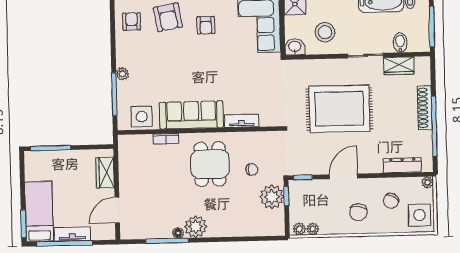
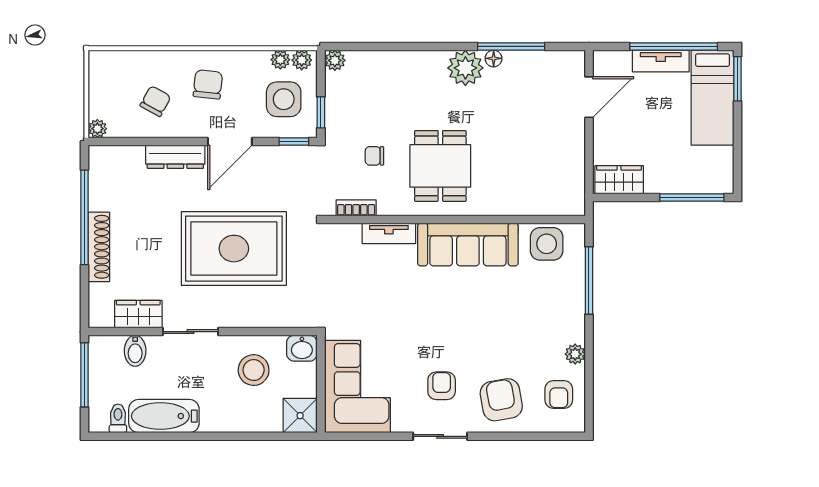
plant: (123, 74) -> (575, 354), moved
bookcase: (166, 139) -> (356, 208), moved
dresser: (402, 165) -> (175, 157), moved
wardrobe: (105, 173) -> (619, 180), moved, turned -90
plant: (272, 197) -> (335, 60), moved, width x0.53, depth x0.53
side table: (419, 215) -> (284, 99), moved

